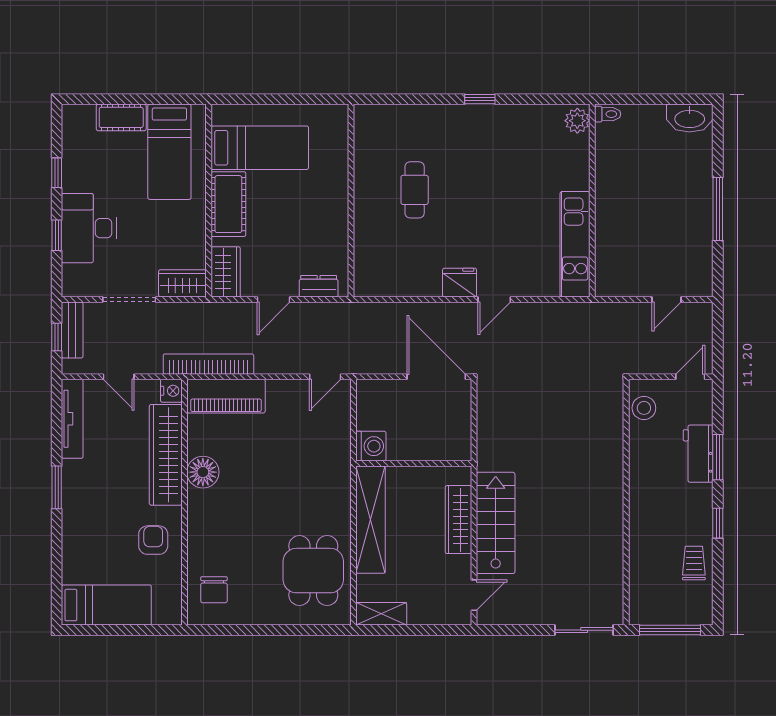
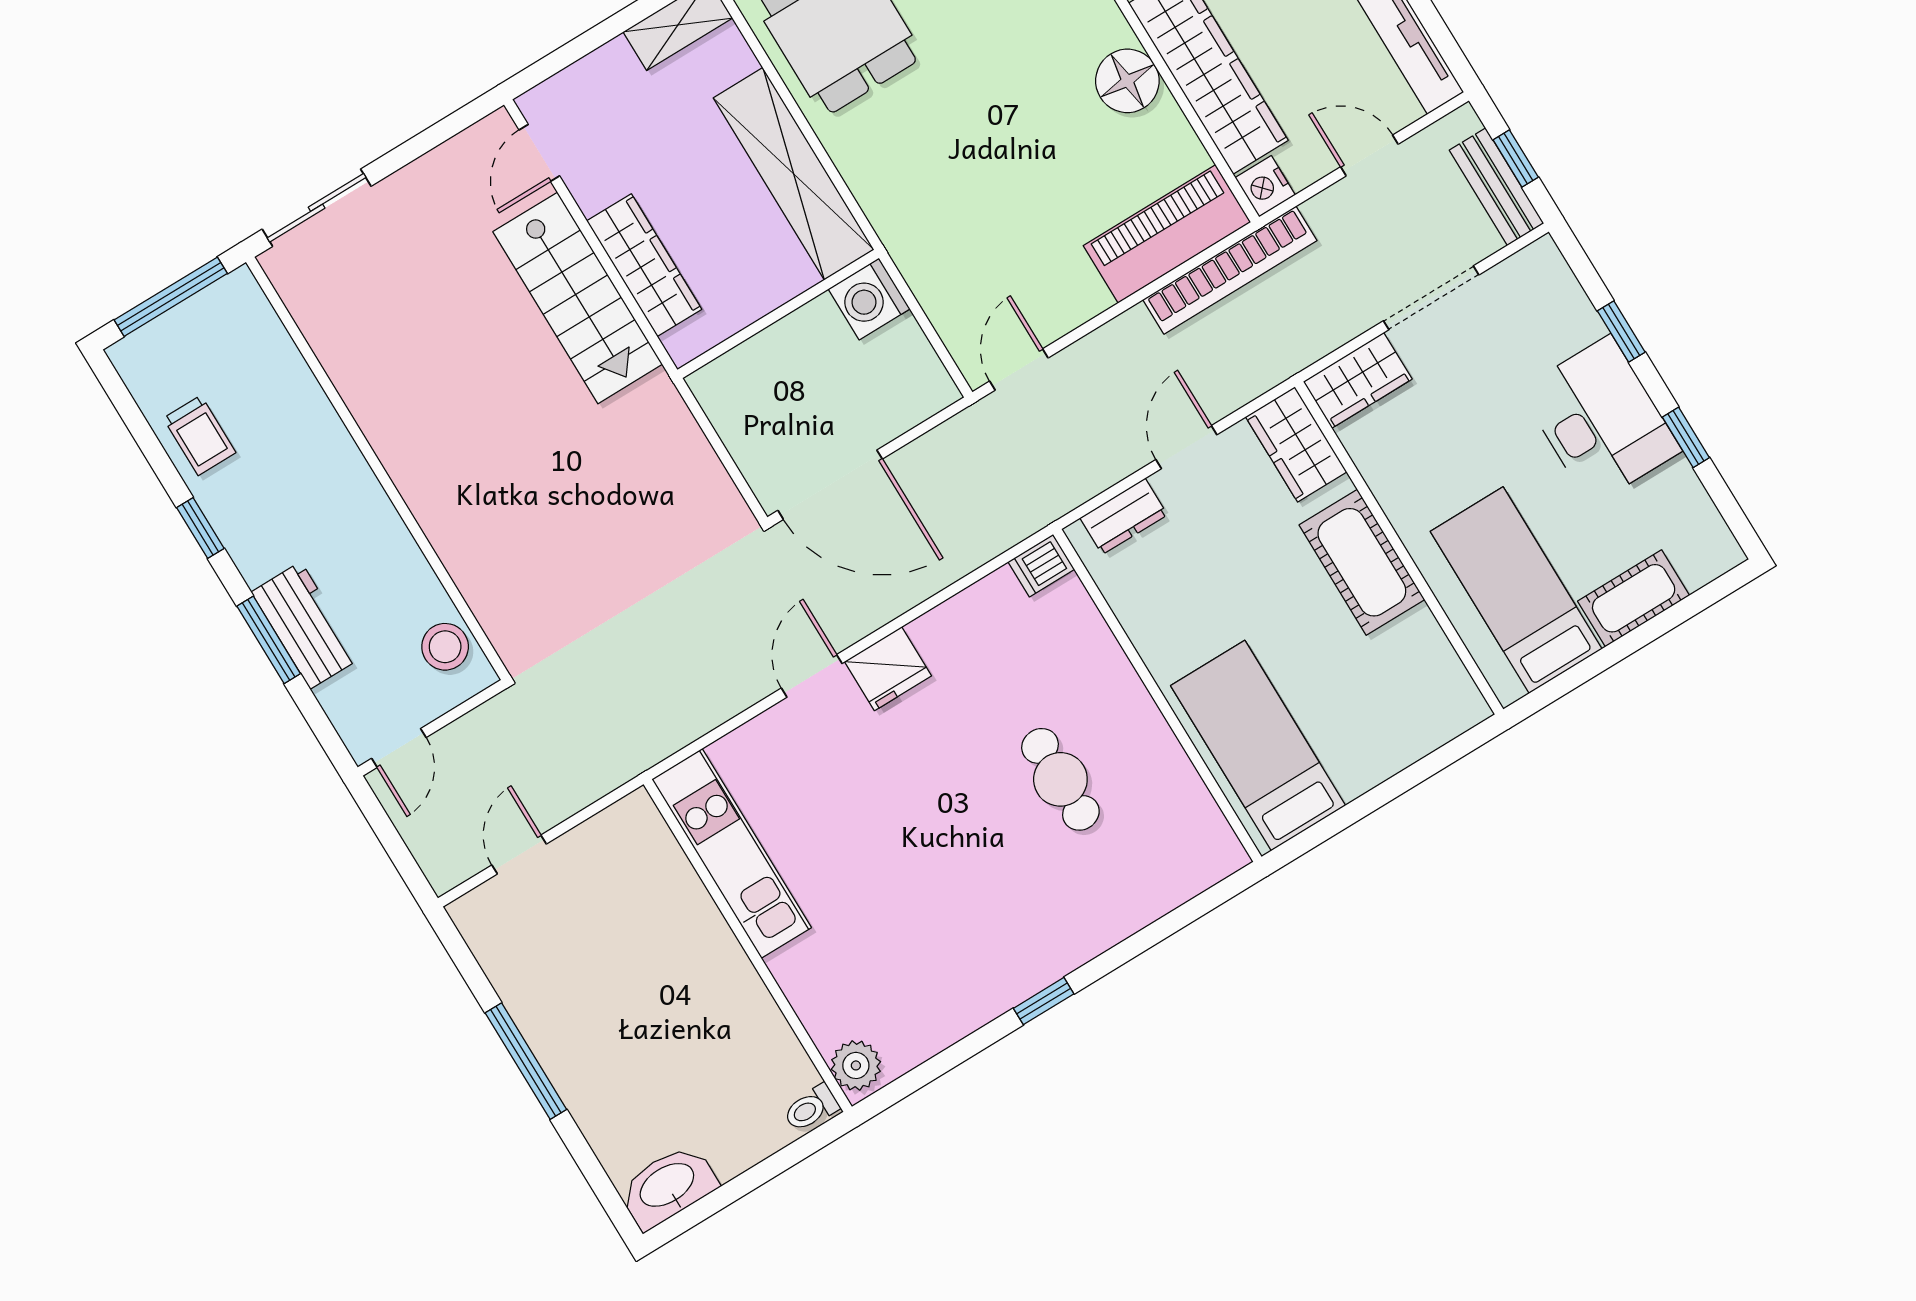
bed: (260, 148) -> (1258, 746), moved, turned 90
desk: (89, 228) -> (1601, 420), moved
dishwasher: (367, 287) -> (1041, 566), added

